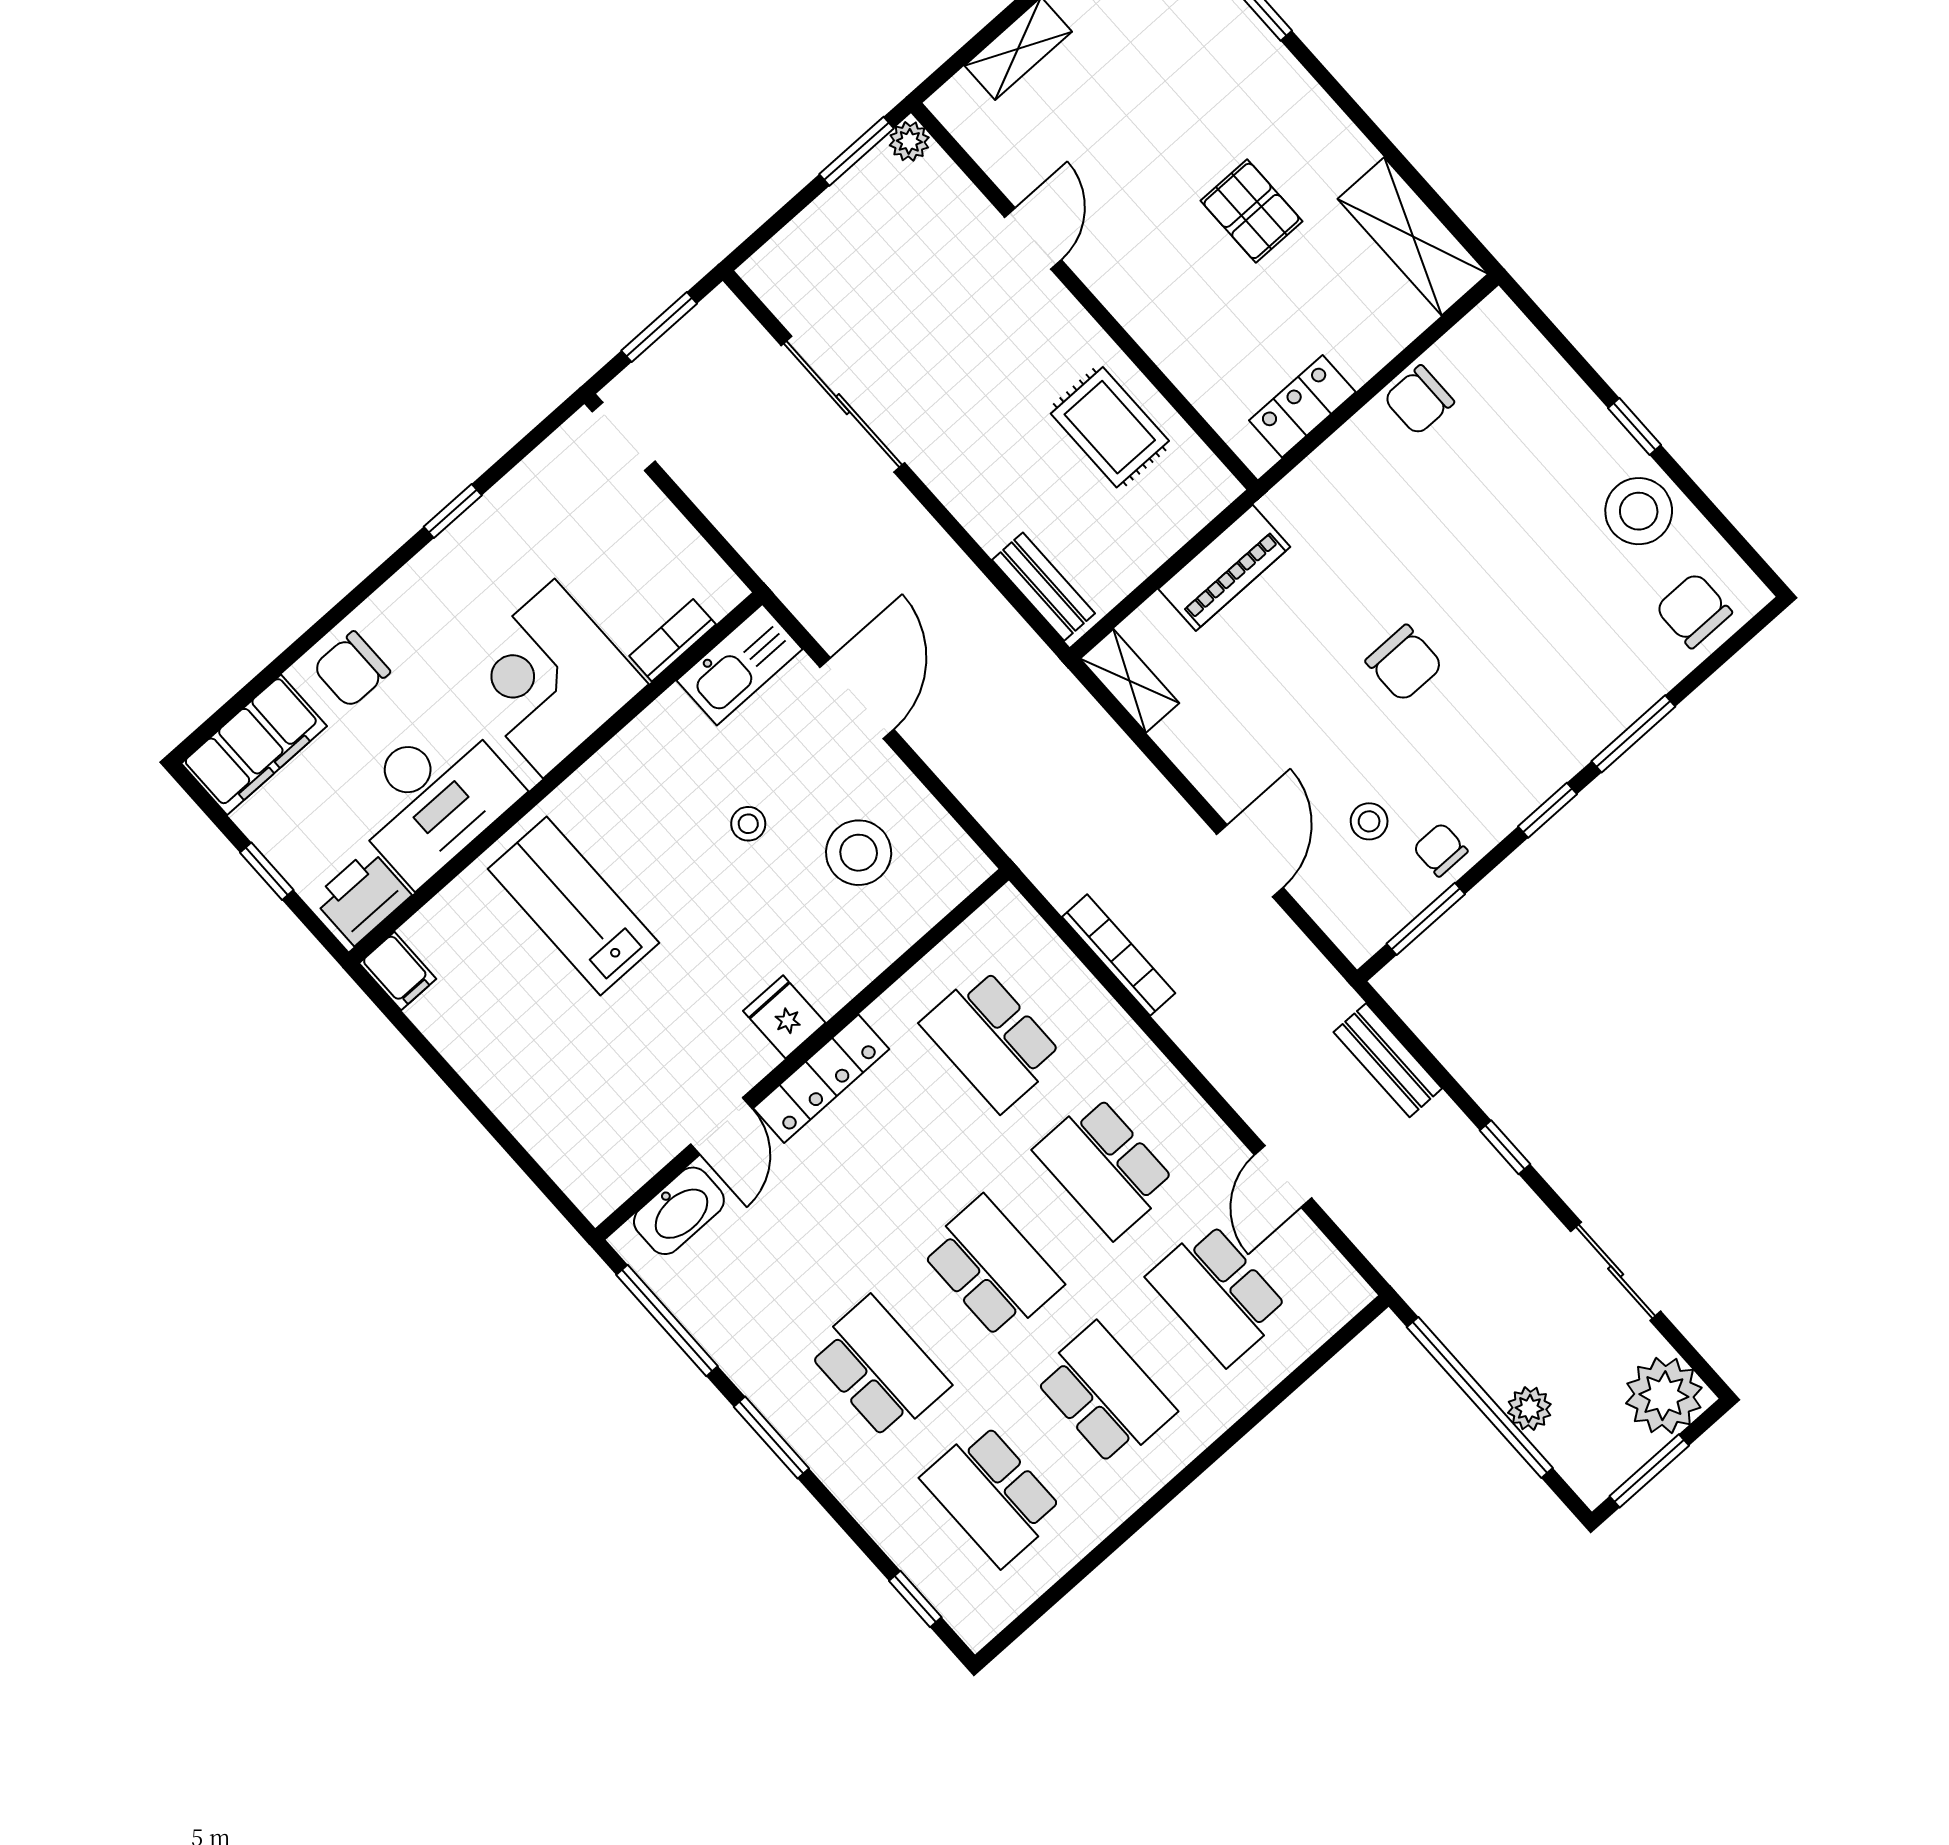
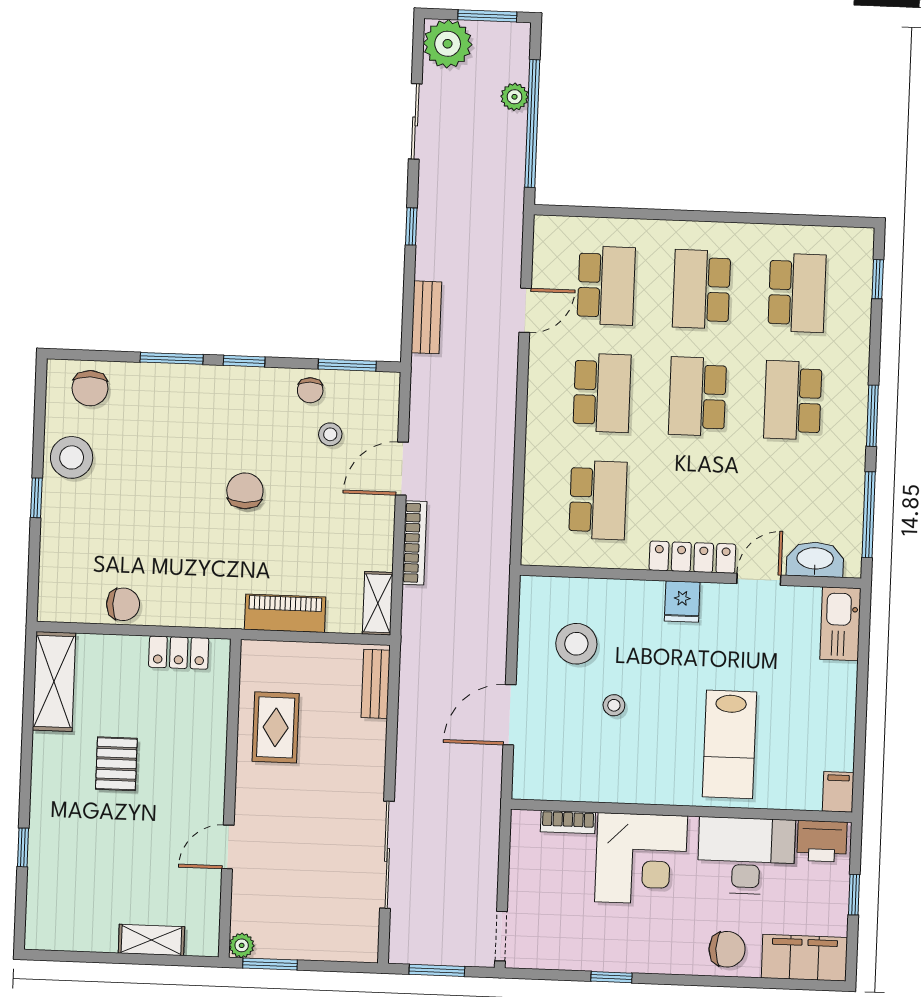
kitchen sink: (740, 665) -> (840, 624), moved, turned -90
bookcase: (1119, 955) -> (415, 543), moved, turned 180

